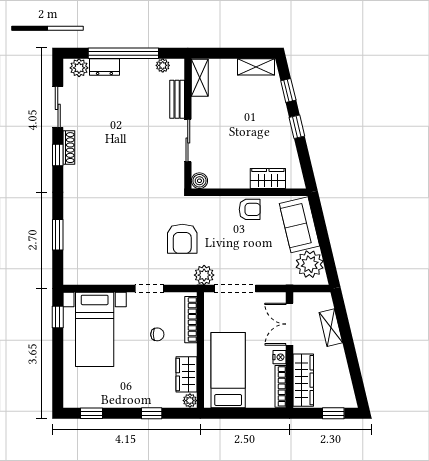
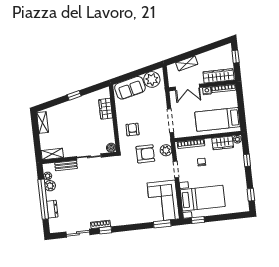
plant: (79, 68) -> (50, 186), moved
window: (288, 90) -> (54, 103), removed
armchair: (250, 209) -> (133, 130), moved
window: (58, 235) -> (162, 224), moved
corner sofa: (97, 261) -> (163, 201), added
plant: (204, 275) -> (166, 150), moved

